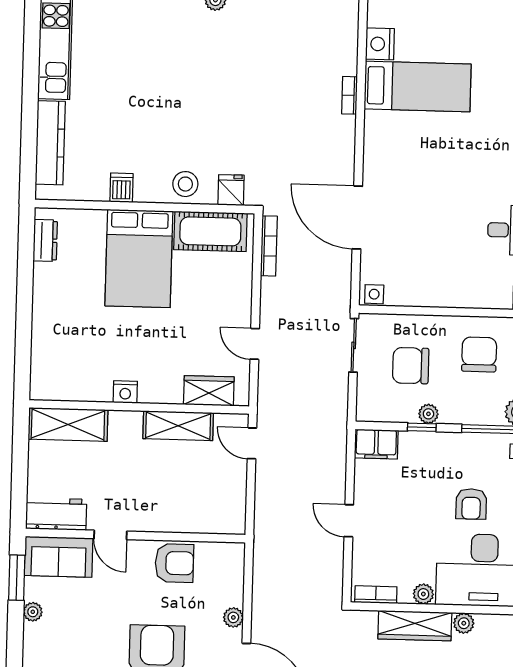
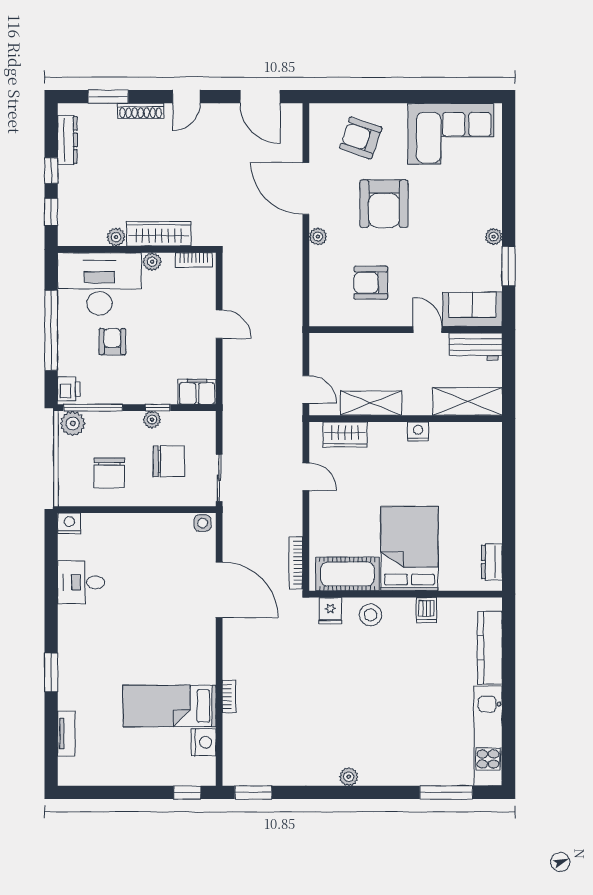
workbench: (56, 514) -> (476, 347), moved
door: (110, 535) -> (428, 330), moved
wall: (135, 536) -> (406, 330), moved
sofa: (59, 557) -> (472, 309), moved

